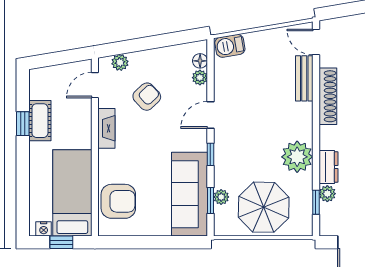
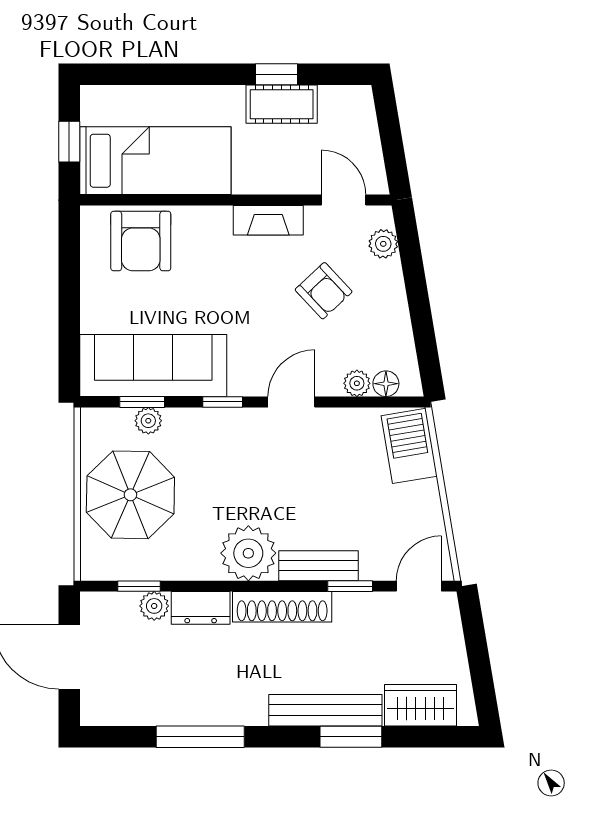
barbecue: (230, 46) -> (409, 446), width x1.38, depth x1.27
bench: (304, 78) -> (318, 566), moved
window: (316, 81) -> (350, 586), added
shoe rack: (328, 96) -> (282, 607), moved
door: (210, 115) -> (291, 402), hinge flipped
plant: (297, 157) -> (248, 553), moved
nightstand: (44, 229) -> (92, 111), removed

